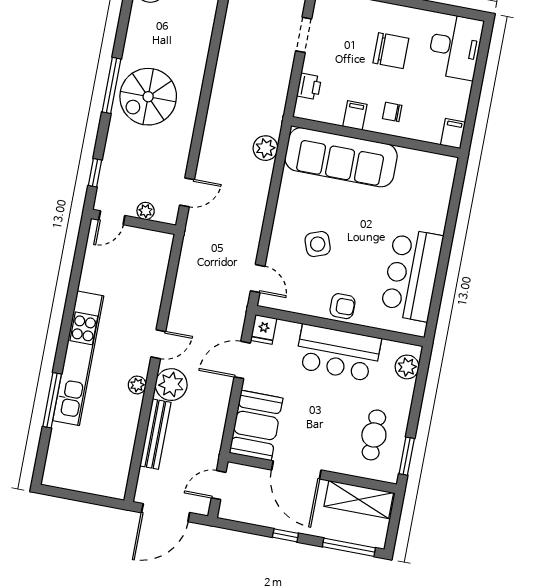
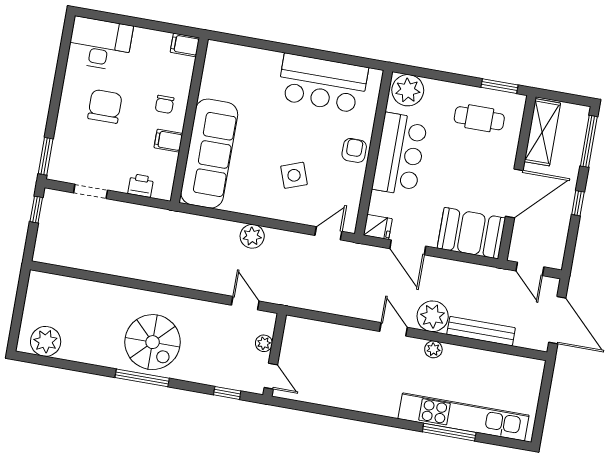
plant: (265, 148) -> (252, 236), moved
kitchen unit: (78, 358) -> (464, 417), moved
plant: (407, 367) -> (408, 90), width x1.36, depth x1.36

